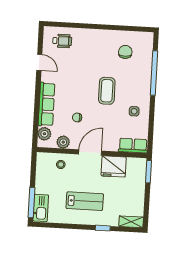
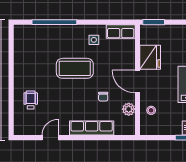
wheelchair: (62, 41) -> (31, 100), moved
chair: (125, 52) -> (35, 52), removed
coffee table: (107, 91) -> (75, 68), width x1.36, depth x1.32
plant: (44, 134) -> (121, 128), removed
row of seats: (133, 146) -> (121, 31), moved, turned -90

